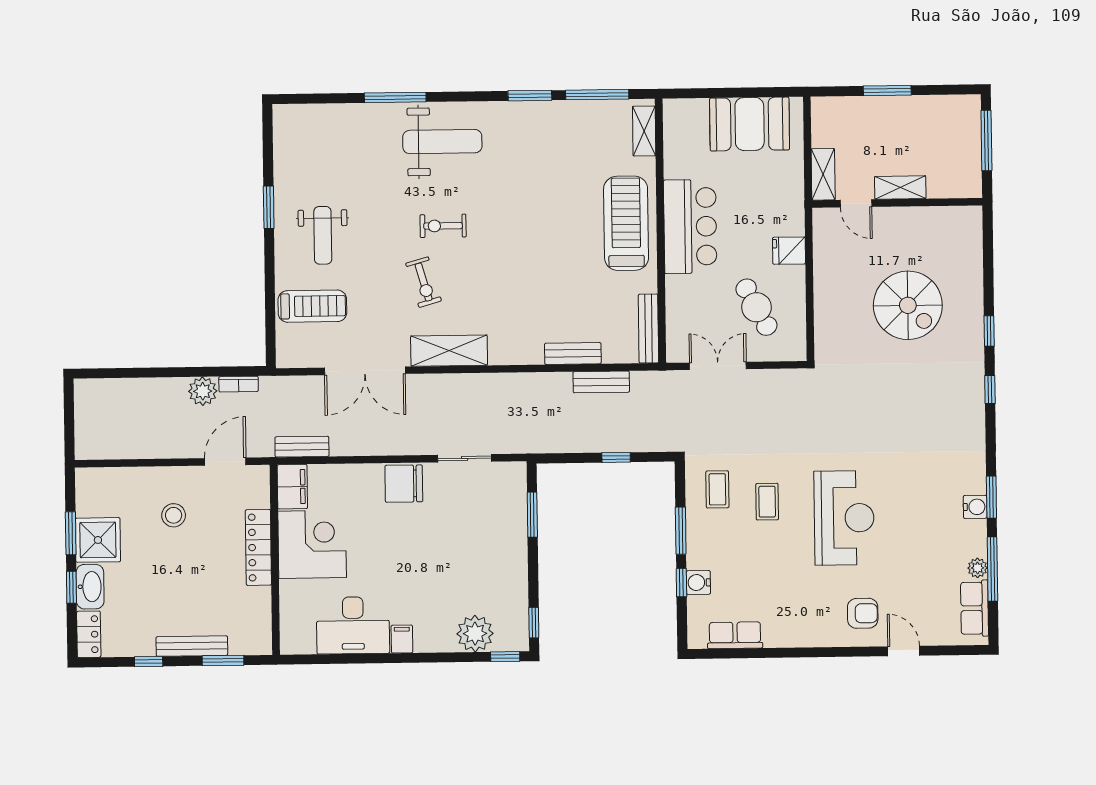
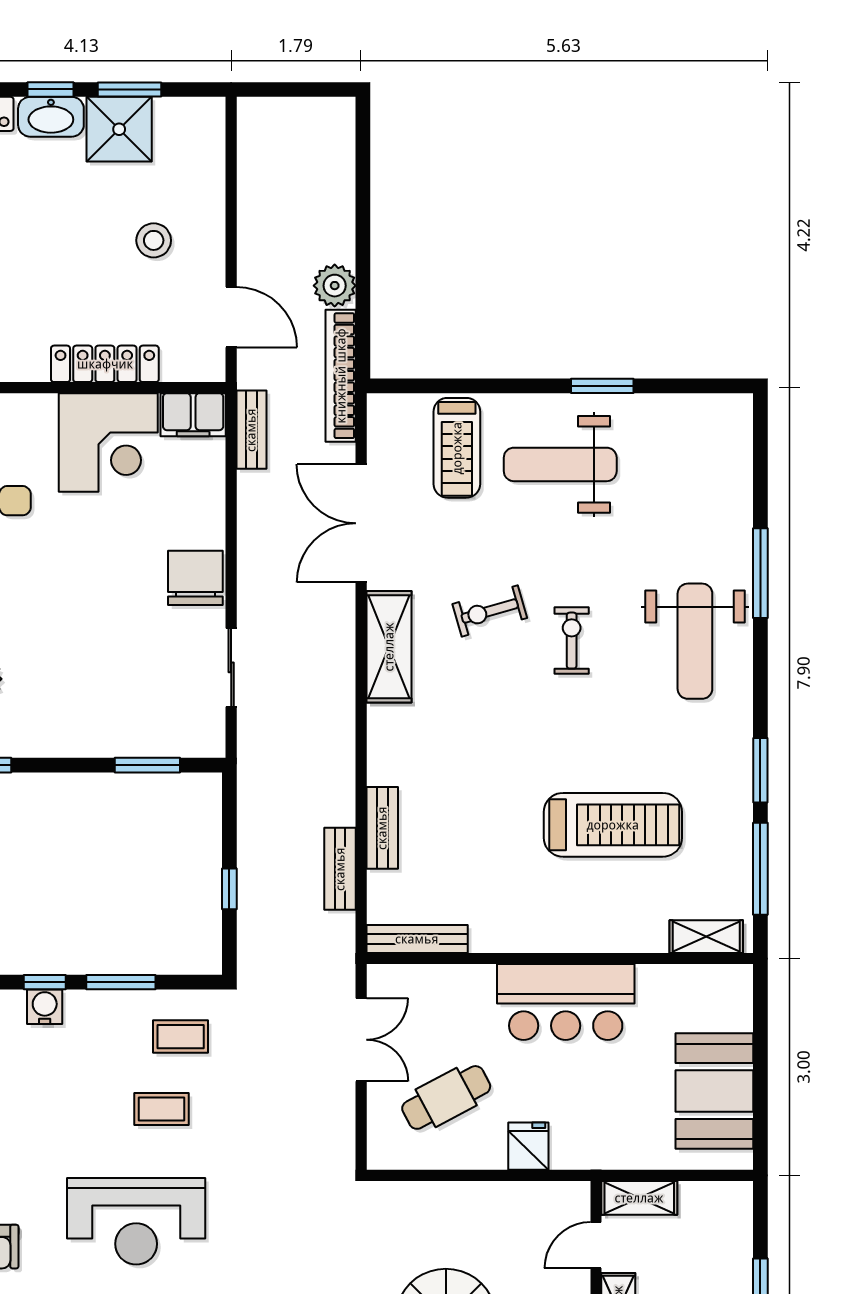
treadmill: (626, 223) -> (613, 825), moved
weight bench: (323, 235) -> (560, 464), width x1.36, depth x1.33
bookcase: (239, 384) -> (341, 376), width x2.31, depth x1.31

